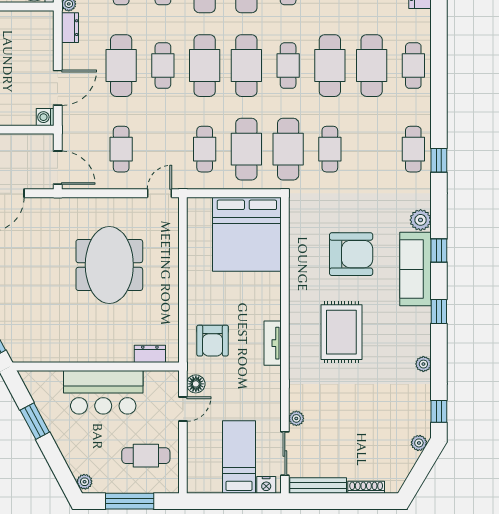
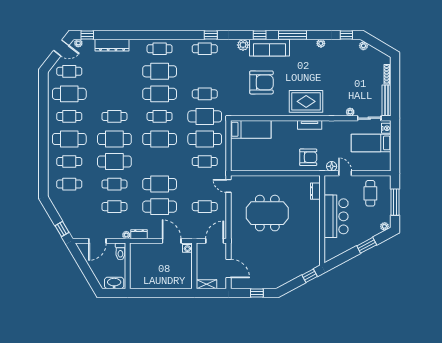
cafe table: (163, 66) -> (160, 184), width x1.37, depth x1.35
cafe table: (205, 66) -> (160, 162), removed
bed: (247, 234) -> (251, 129), width x0.49
armchair: (351, 254) -> (261, 82), turned 90
window: (439, 312) -> (292, 35), width x2.17
rug: (341, 332) -> (306, 101), moved
window: (35, 421) -> (367, 245), moved

